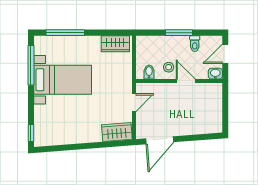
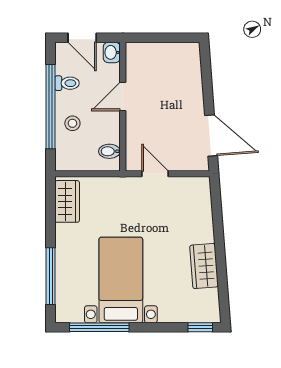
window: (179, 33) -> (51, 107), width x2.11
stool: (169, 67) -> (72, 123), moved
wardrobe: (117, 132) -> (204, 266), moved

